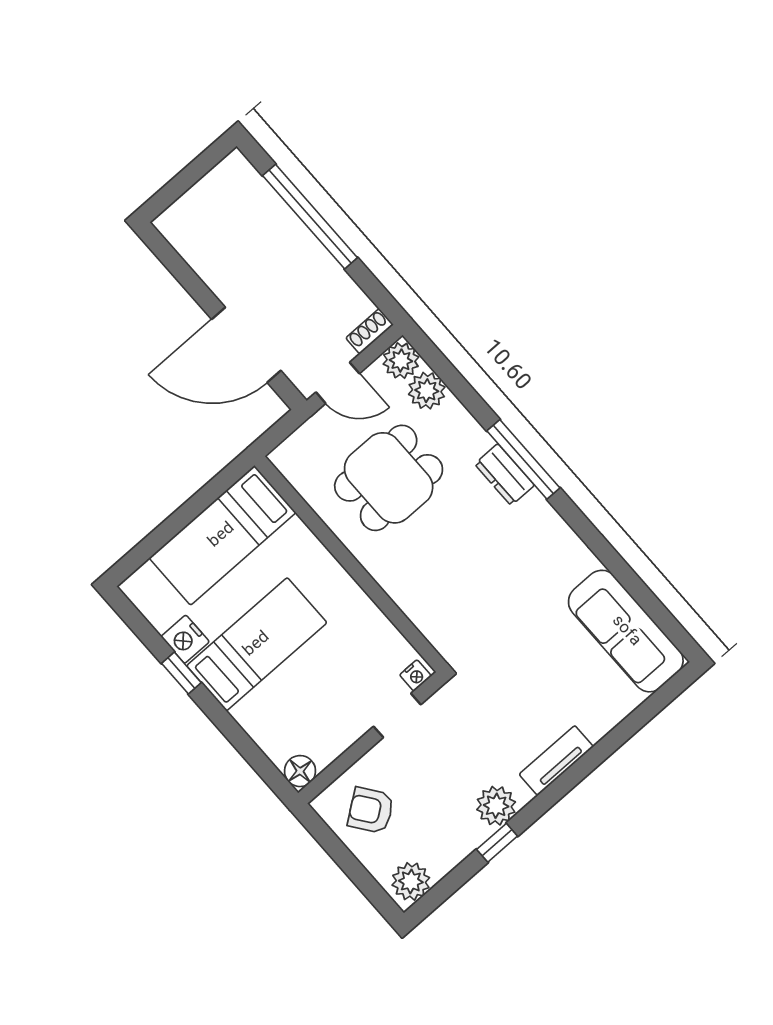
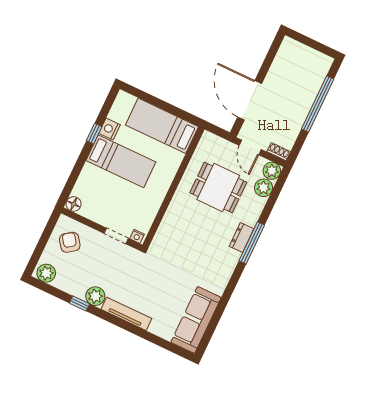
tv unit: (556, 760) -> (126, 314), width x1.41

